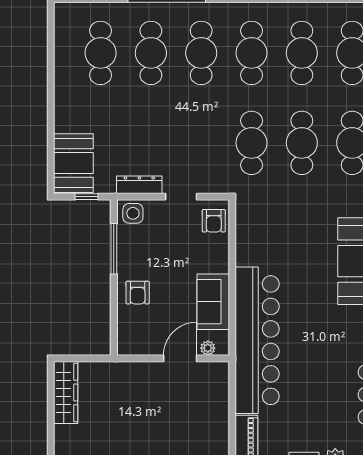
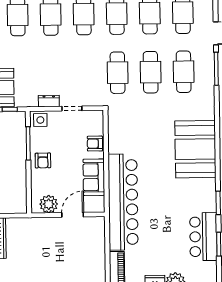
dresser: (139, 185) -> (49, 101), width x0.70
armchair: (214, 221) -> (95, 144), moved, turned 90
armchair: (138, 293) -> (43, 160), moved
plant: (208, 348) -> (49, 204), moved, width x1.88, depth x1.88

